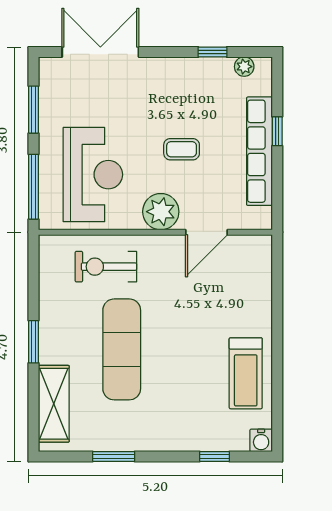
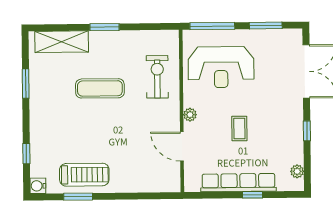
window: (213, 52) -> (307, 131), moved
plant: (161, 212) -> (190, 115), width x0.53, depth x0.53
exercise mat: (122, 349) -> (100, 88), width x0.73, depth x0.69
treadmill: (246, 373) -> (84, 175), turned 180
window: (277, 382) -> (78, 197), added

